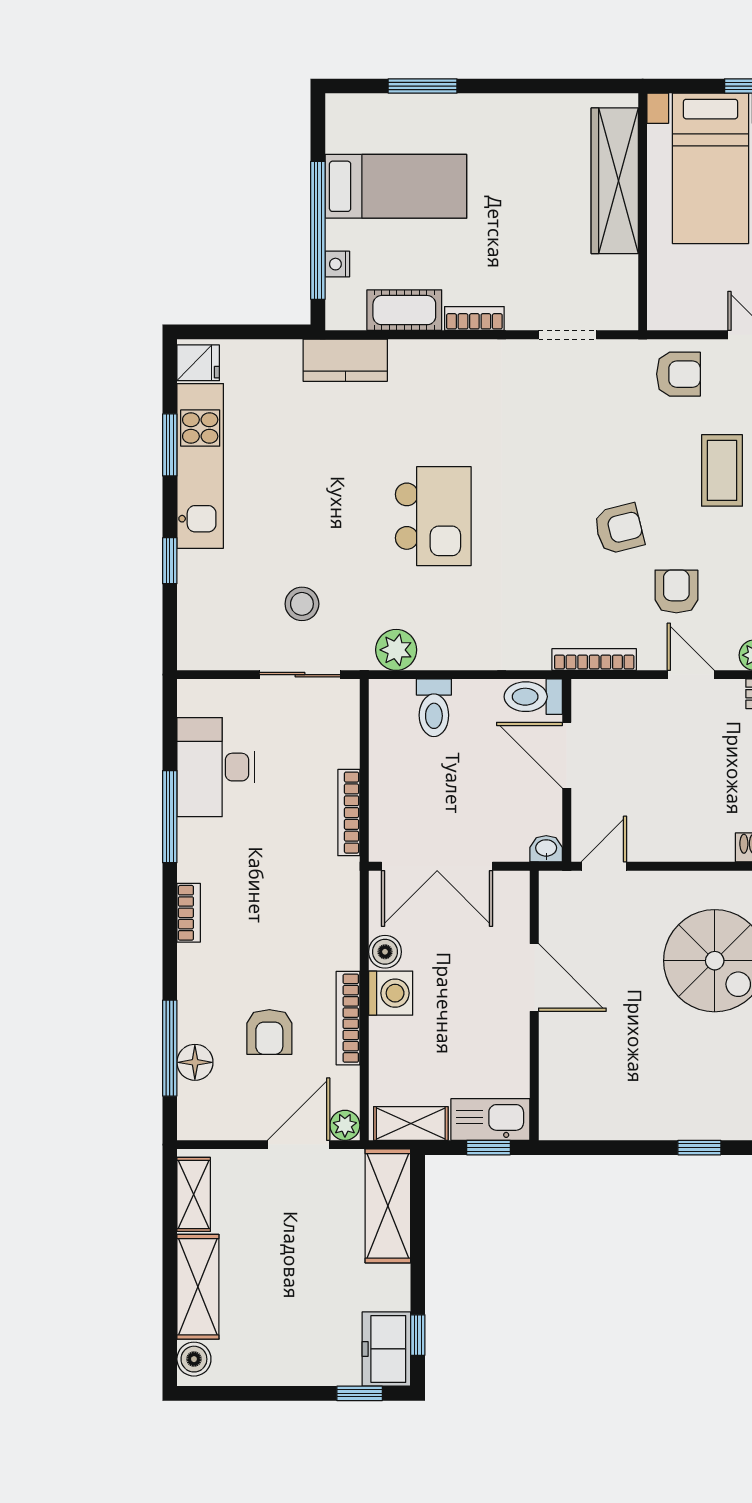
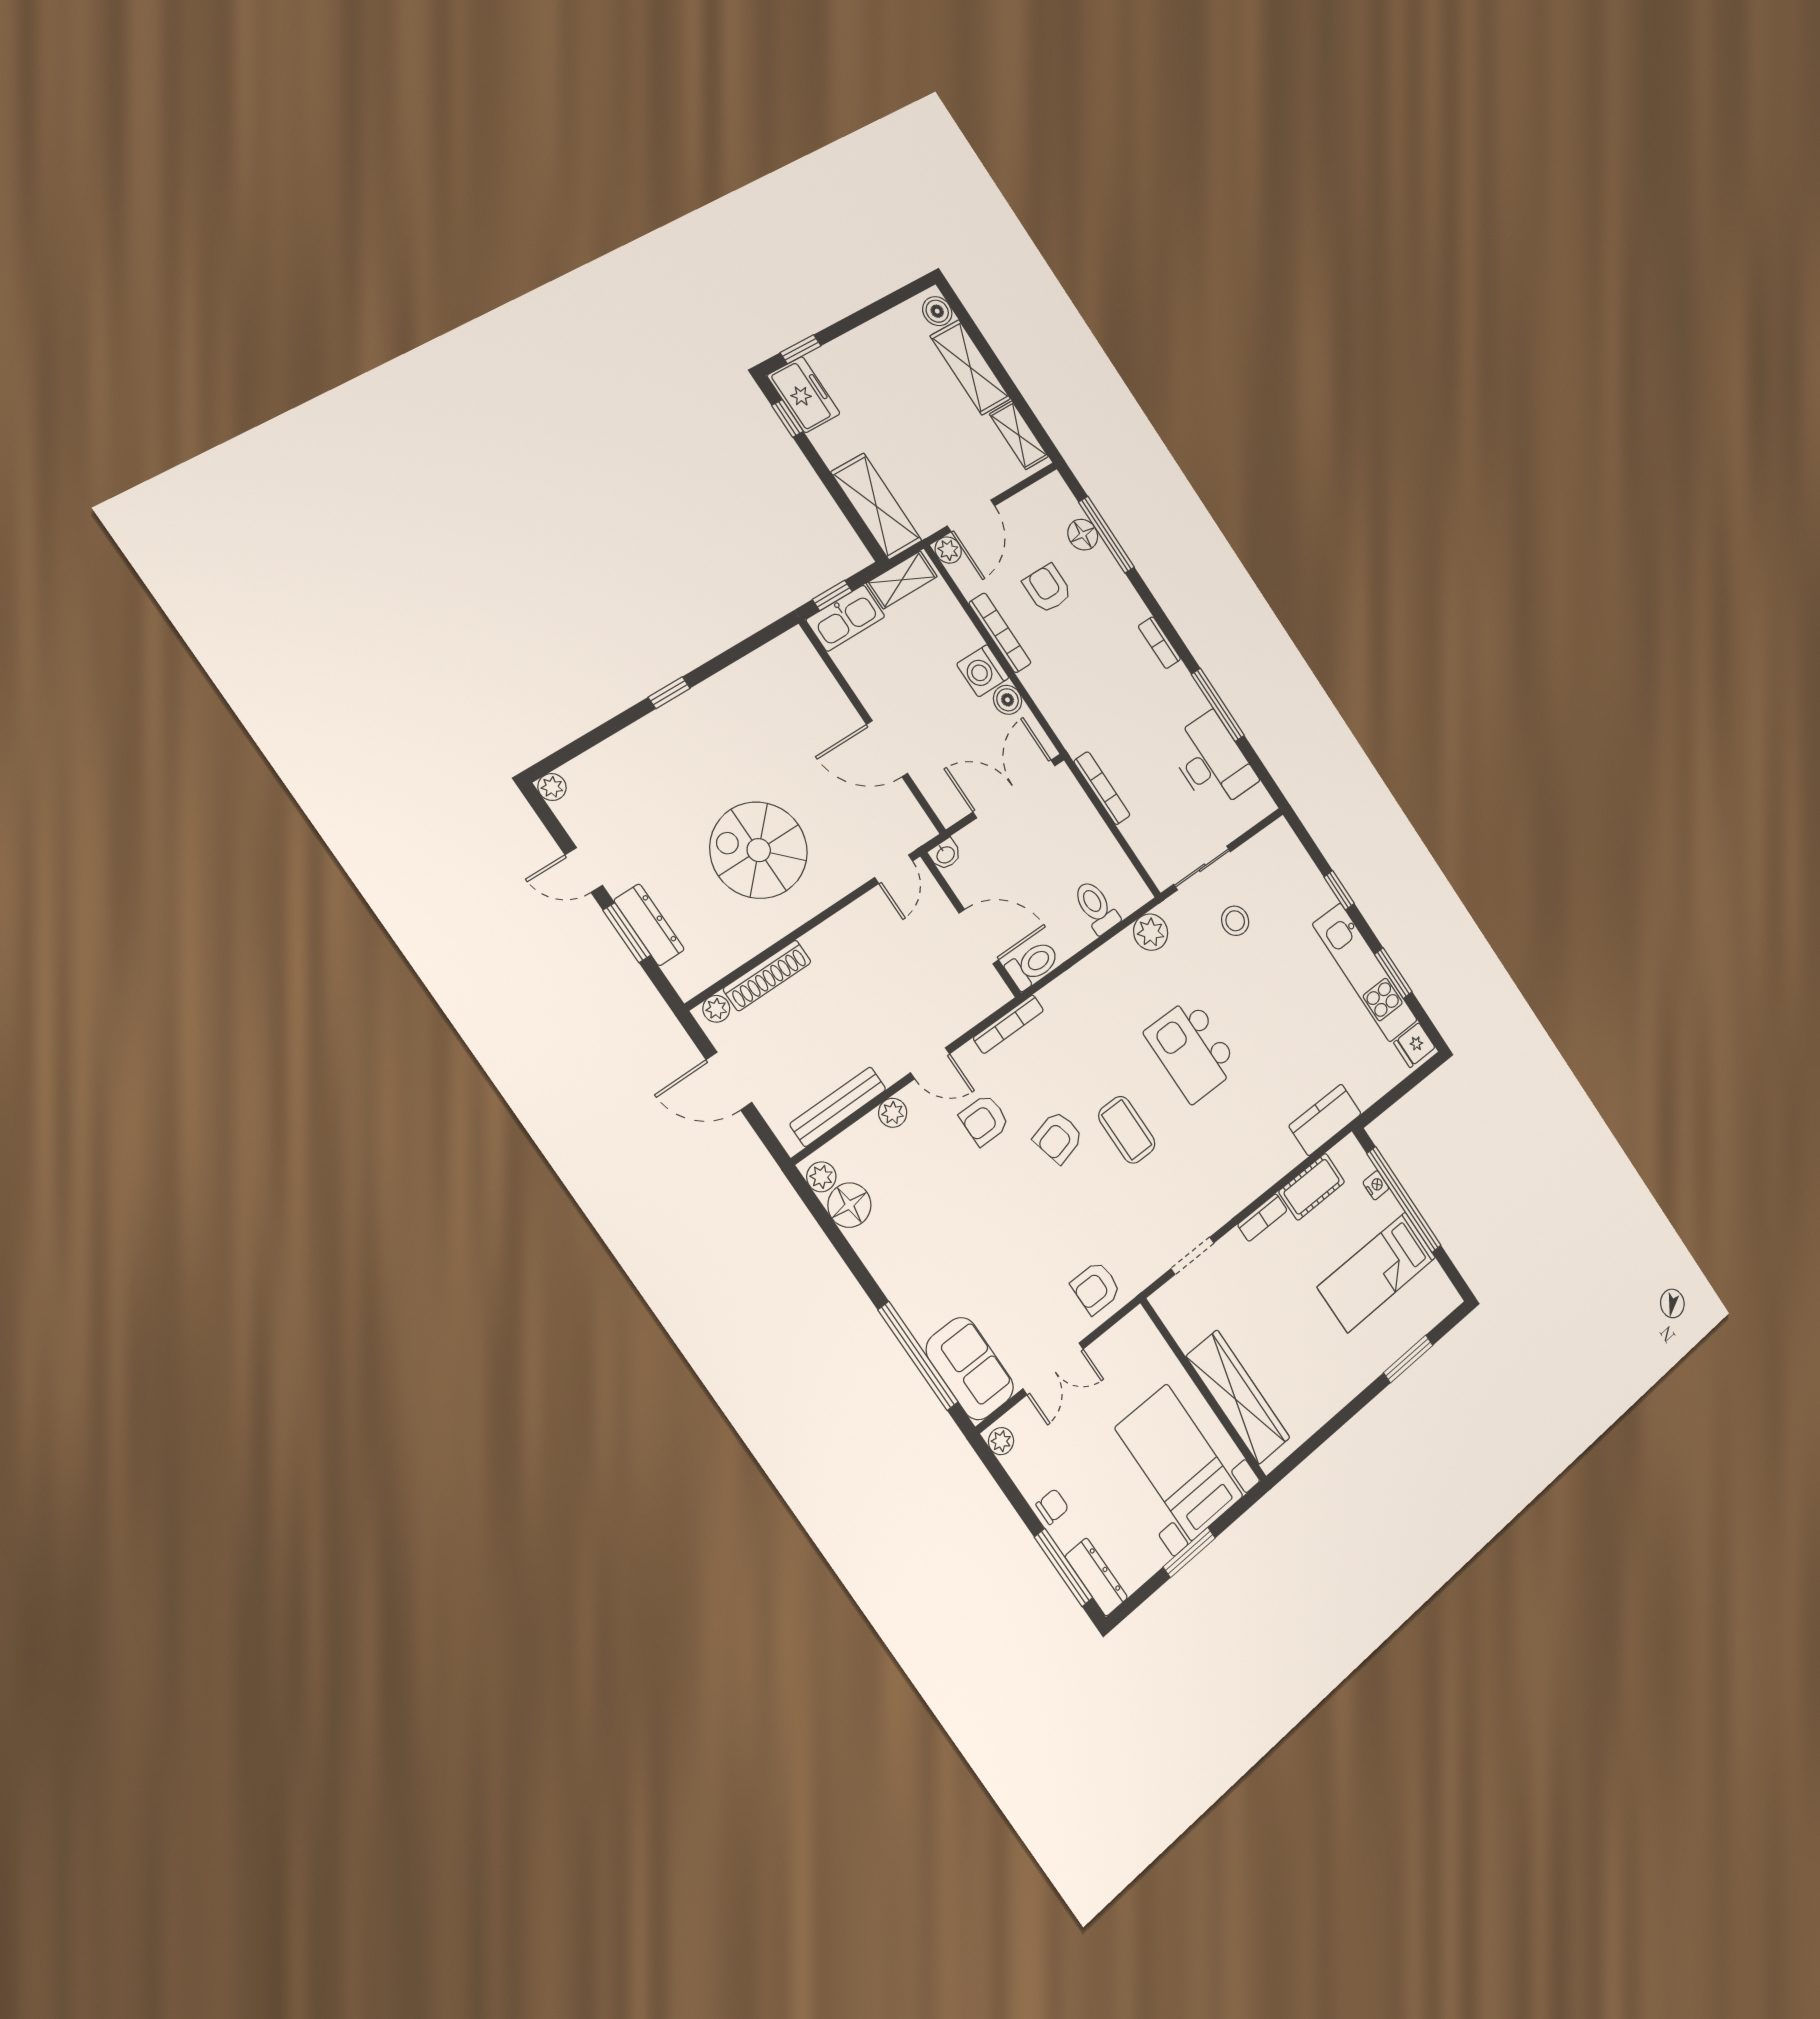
coffee table: (722, 470) -> (1127, 1130), moved
armchair: (676, 591) -> (984, 1120), turned 90

